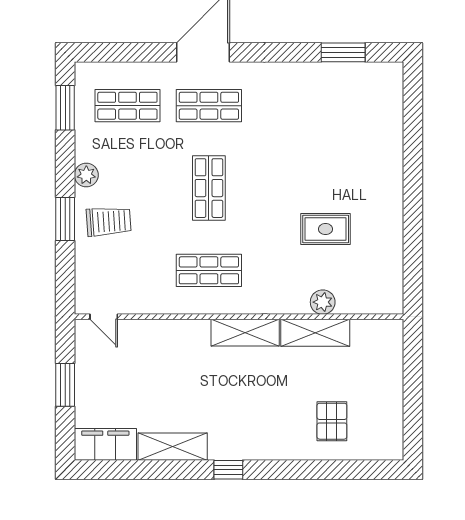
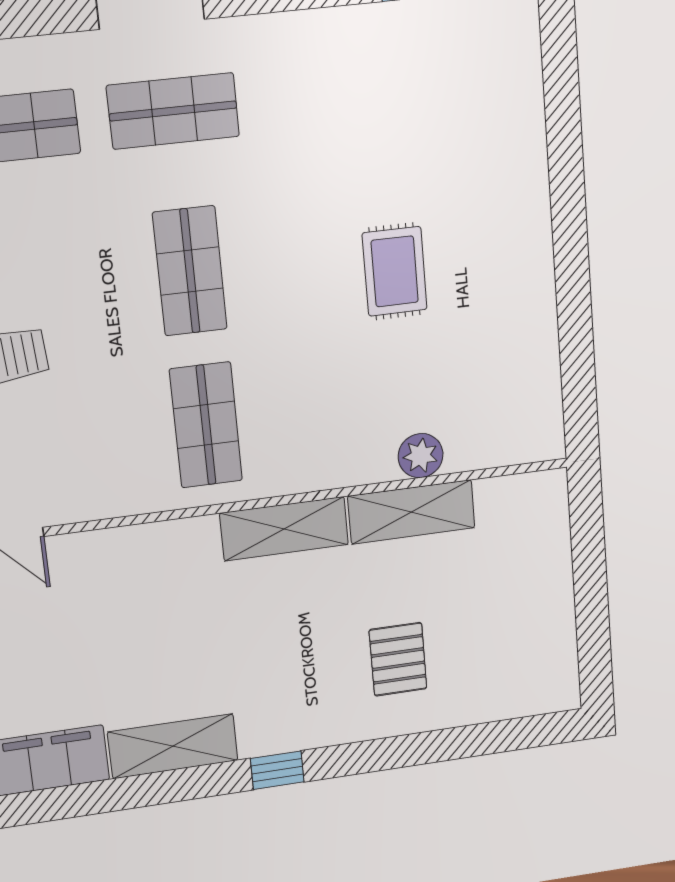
rug: (326, 229) -> (395, 271), moved, turned 90
shop shelf: (209, 270) -> (206, 425), turned 90
pallet: (332, 421) -> (398, 659), moved

